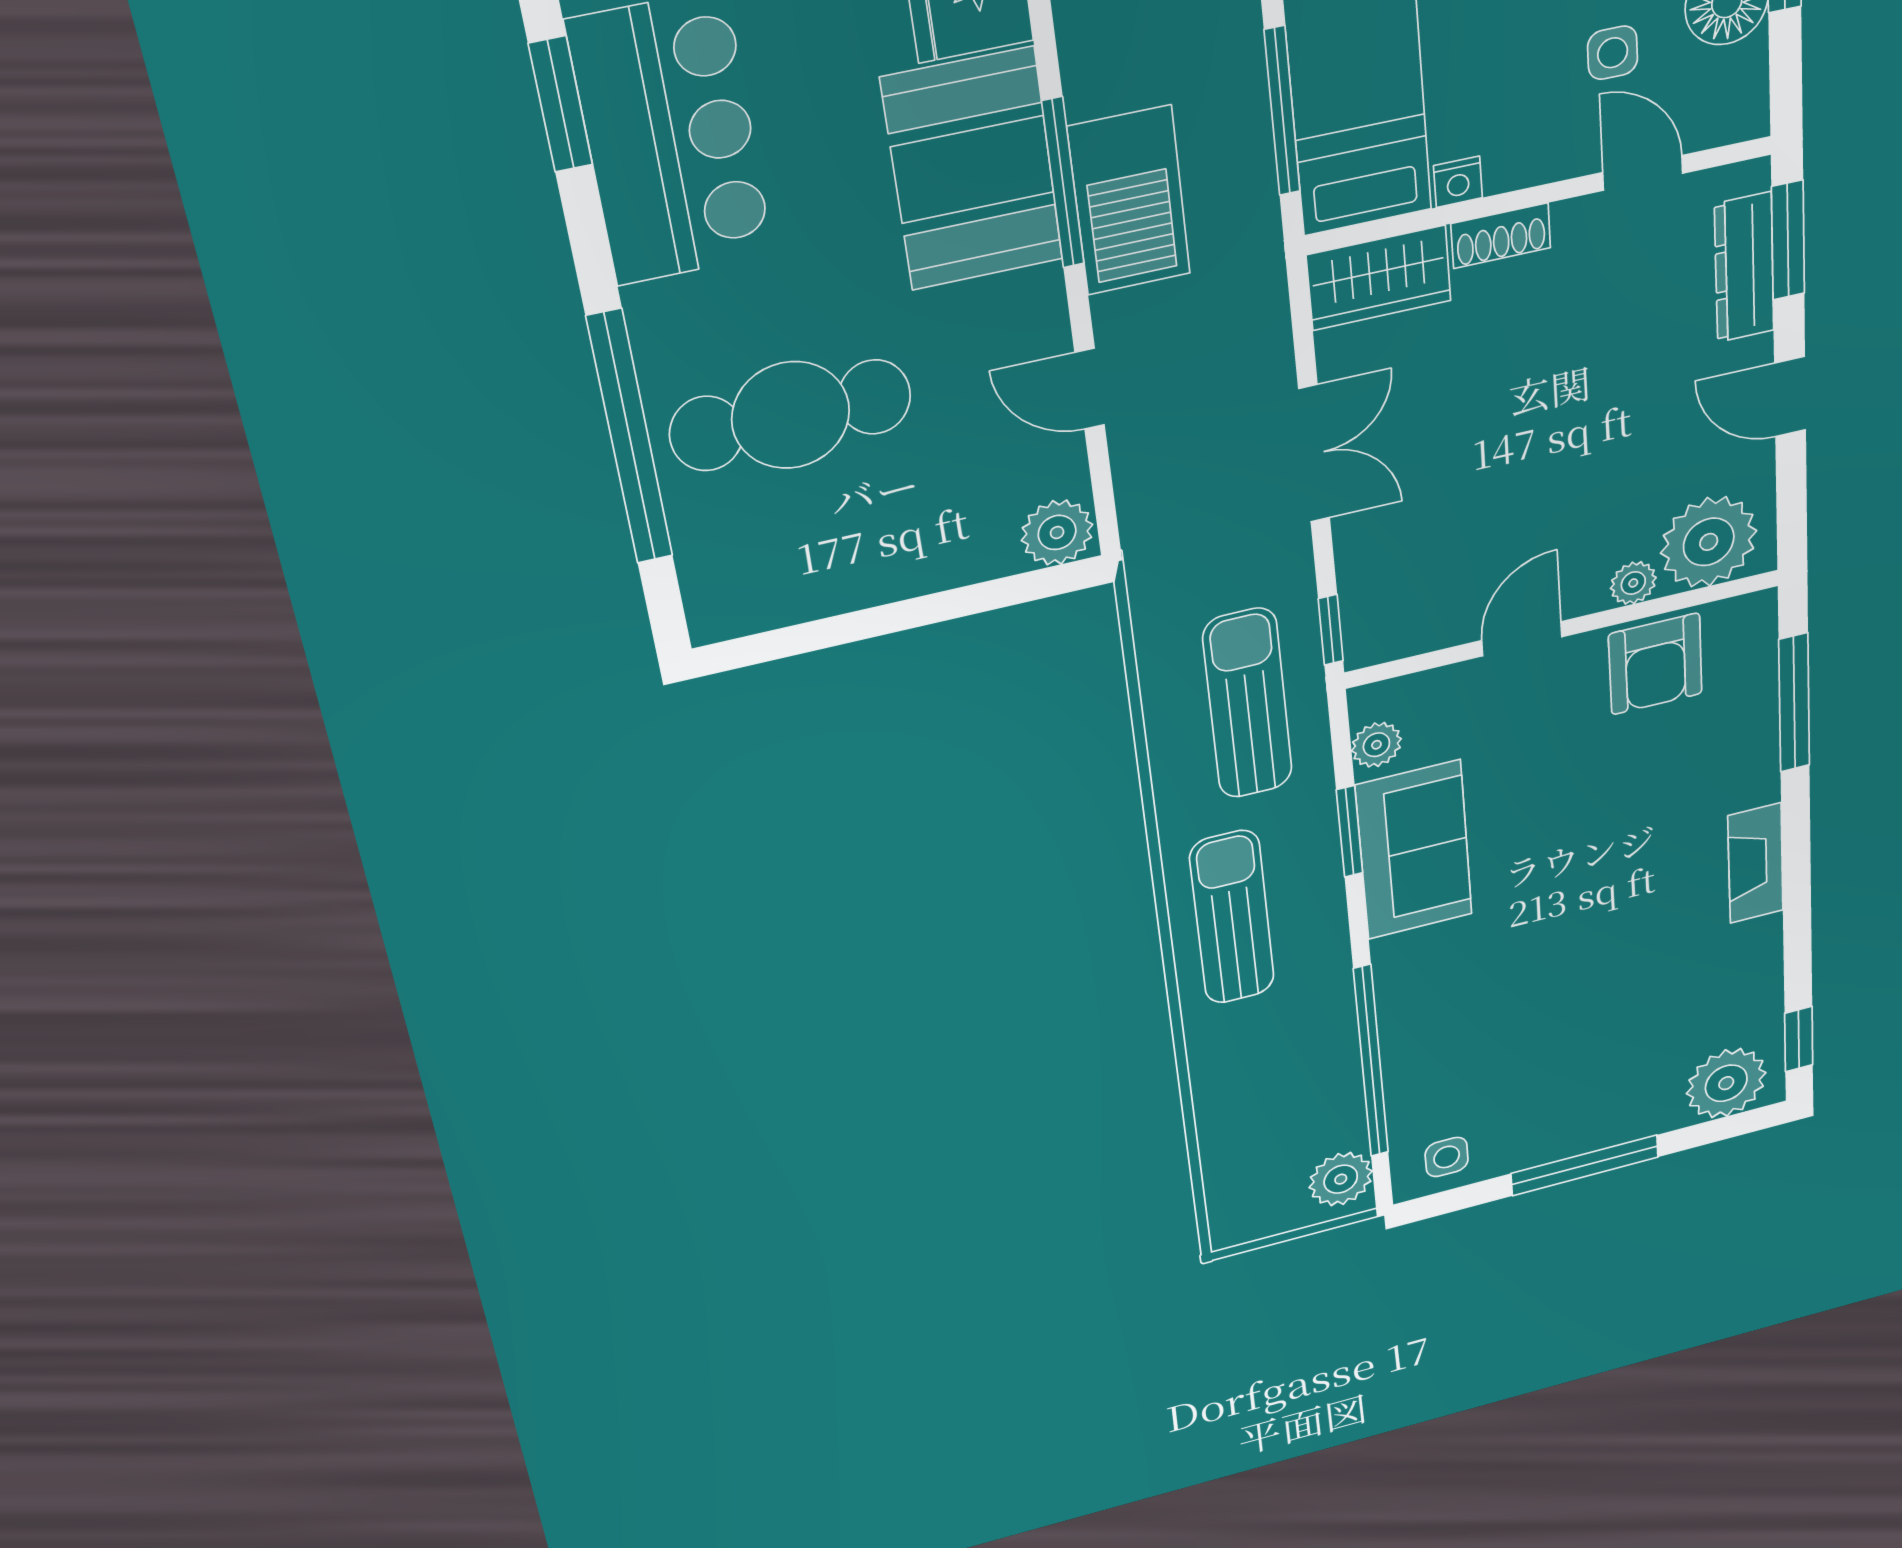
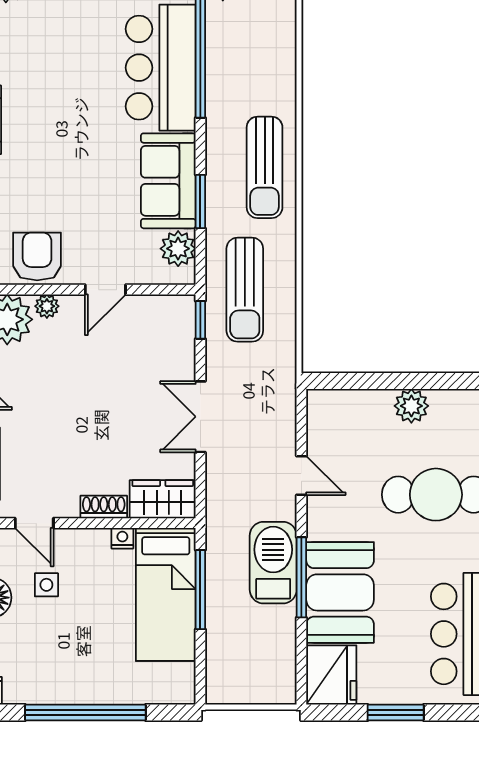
plant: (1057, 533) -> (411, 406), moved
plant: (1376, 745) -> (178, 249), width x1.38, depth x1.38
bar counter: (1443, 1024) -> (161, 68), added

